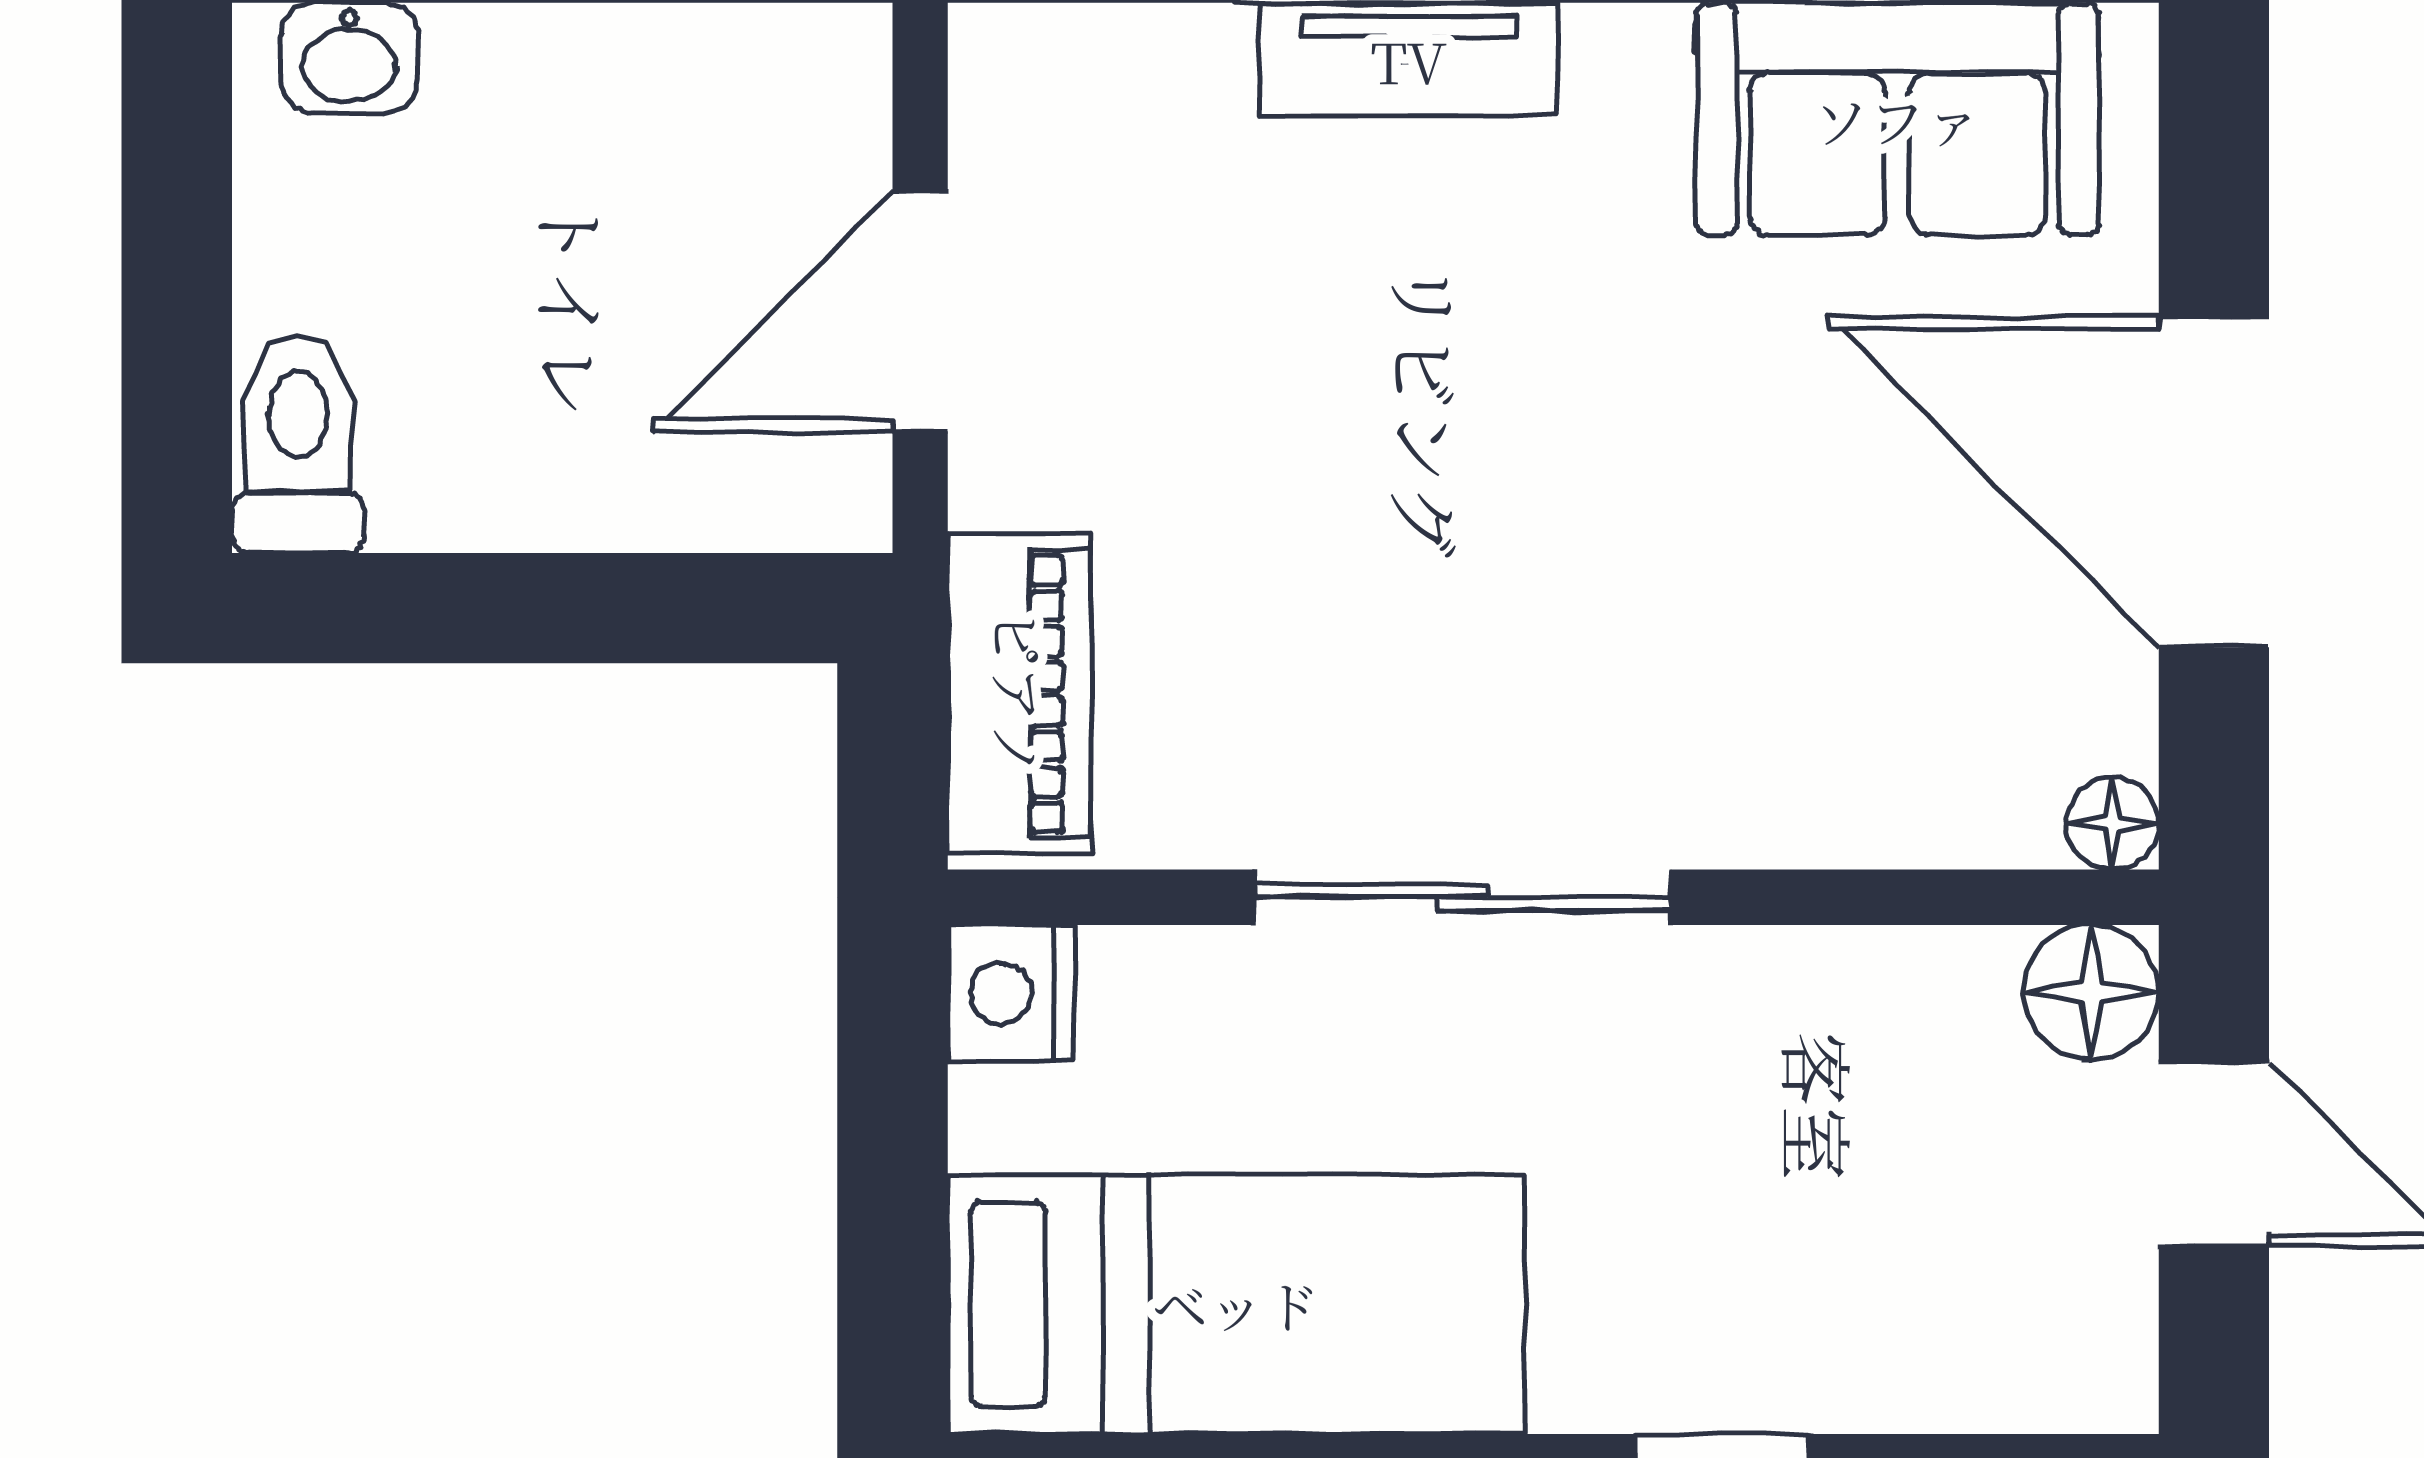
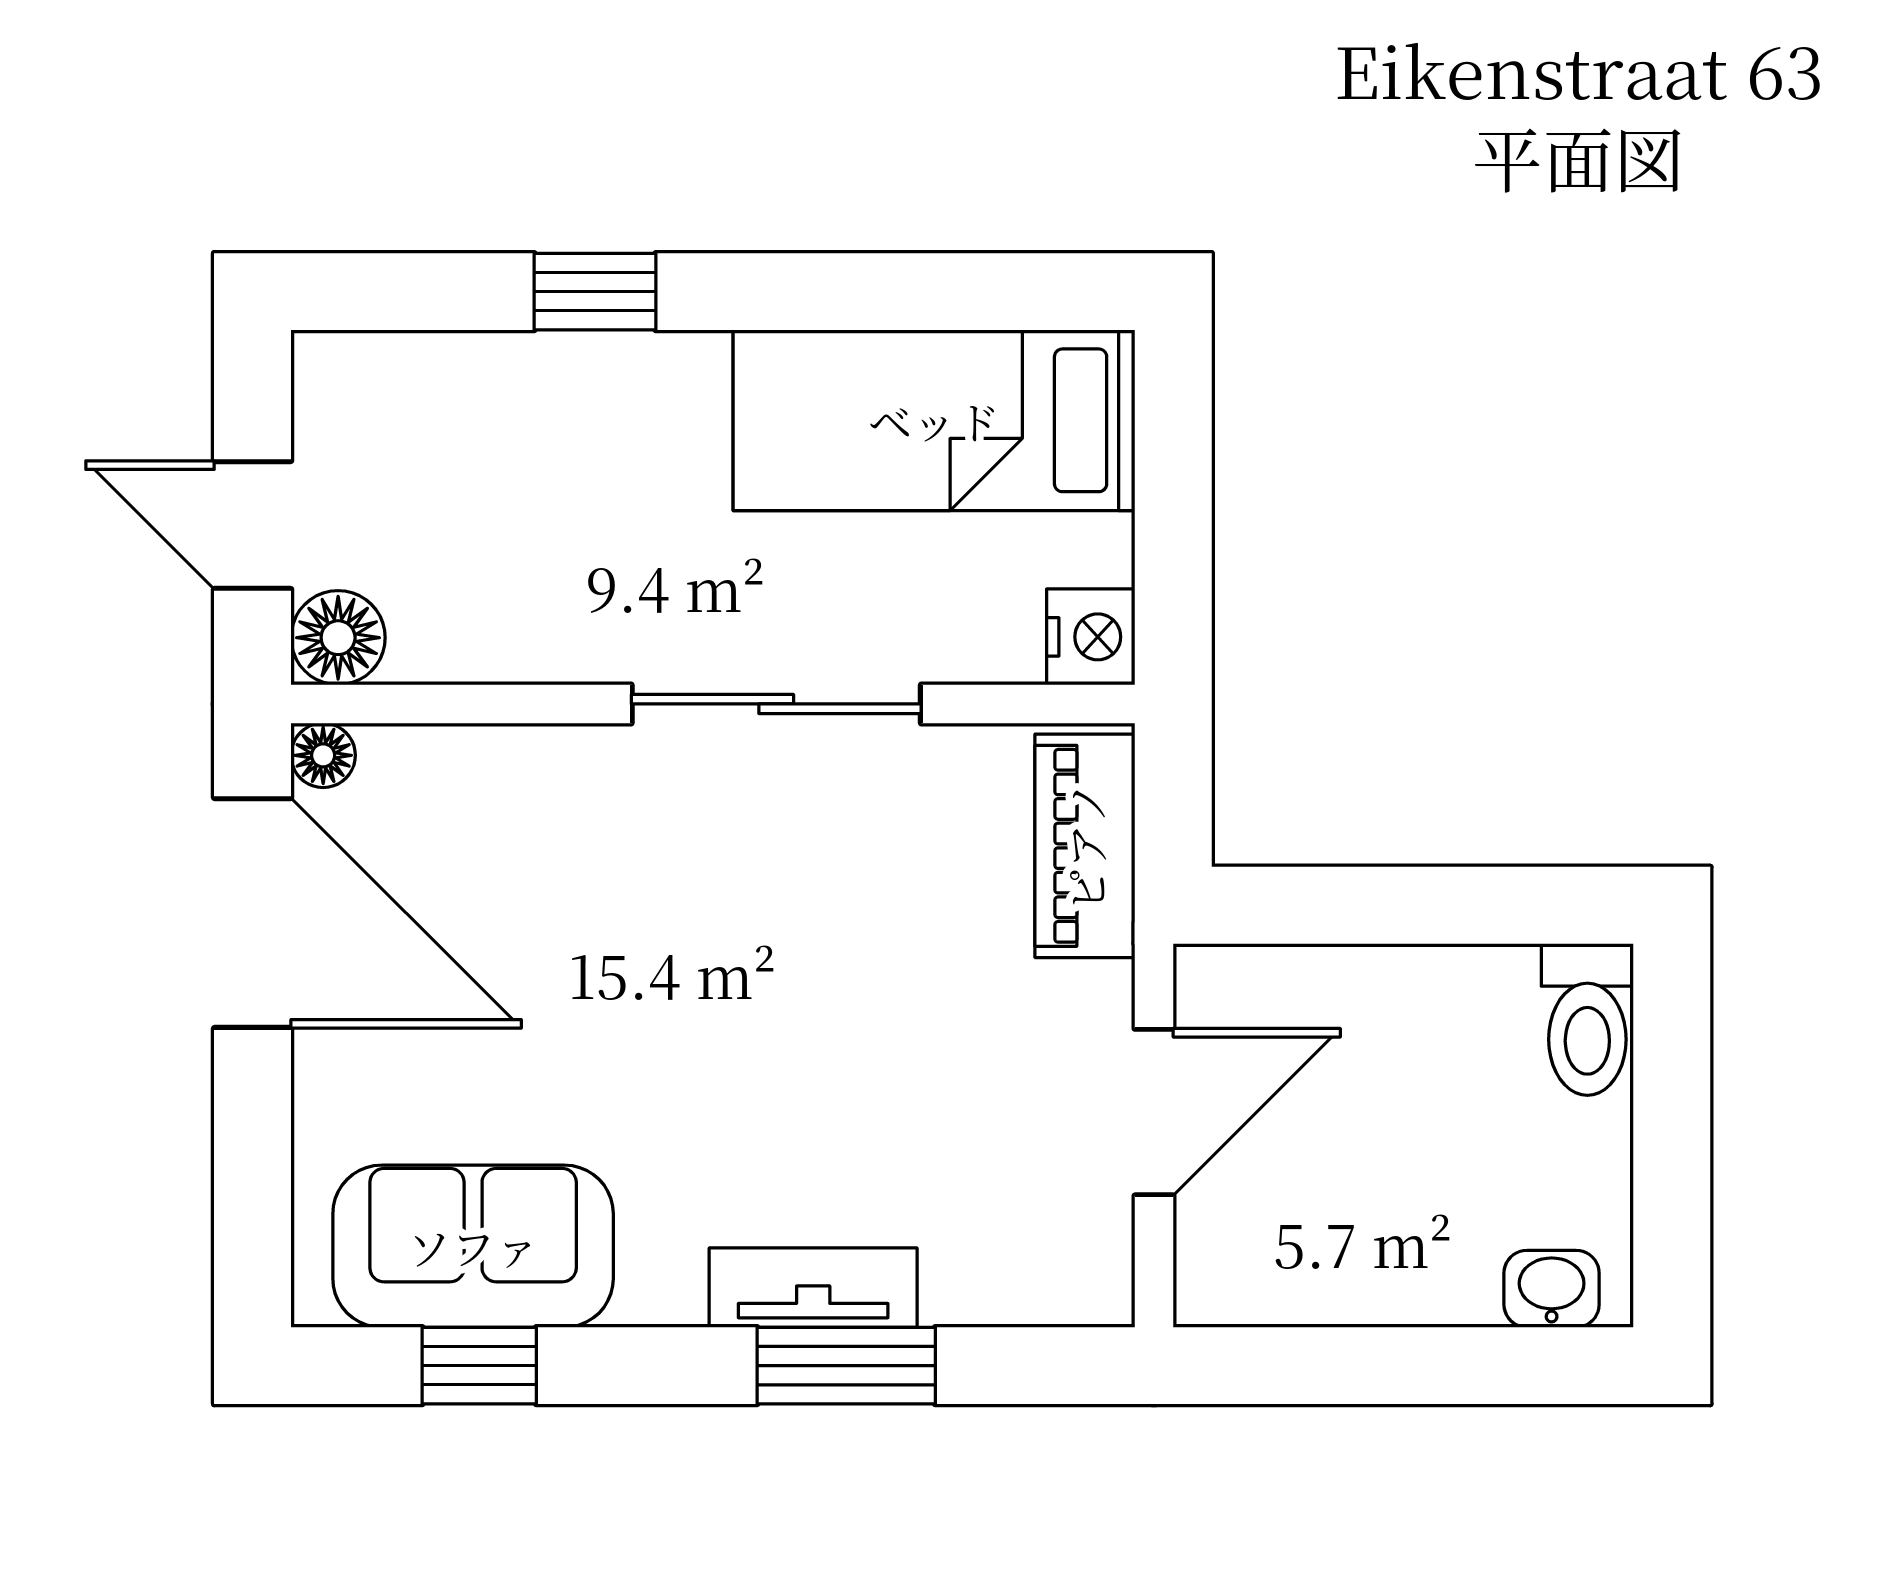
door: (2214, 482) -> (253, 913), moved

